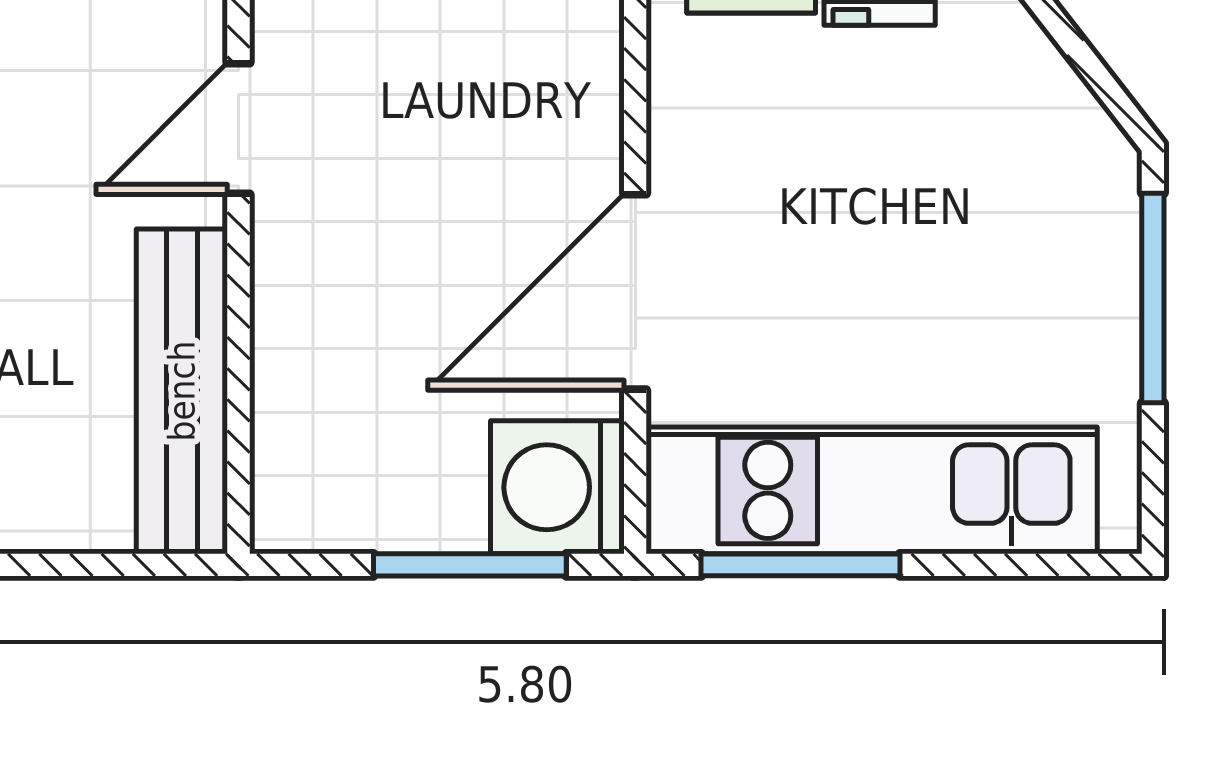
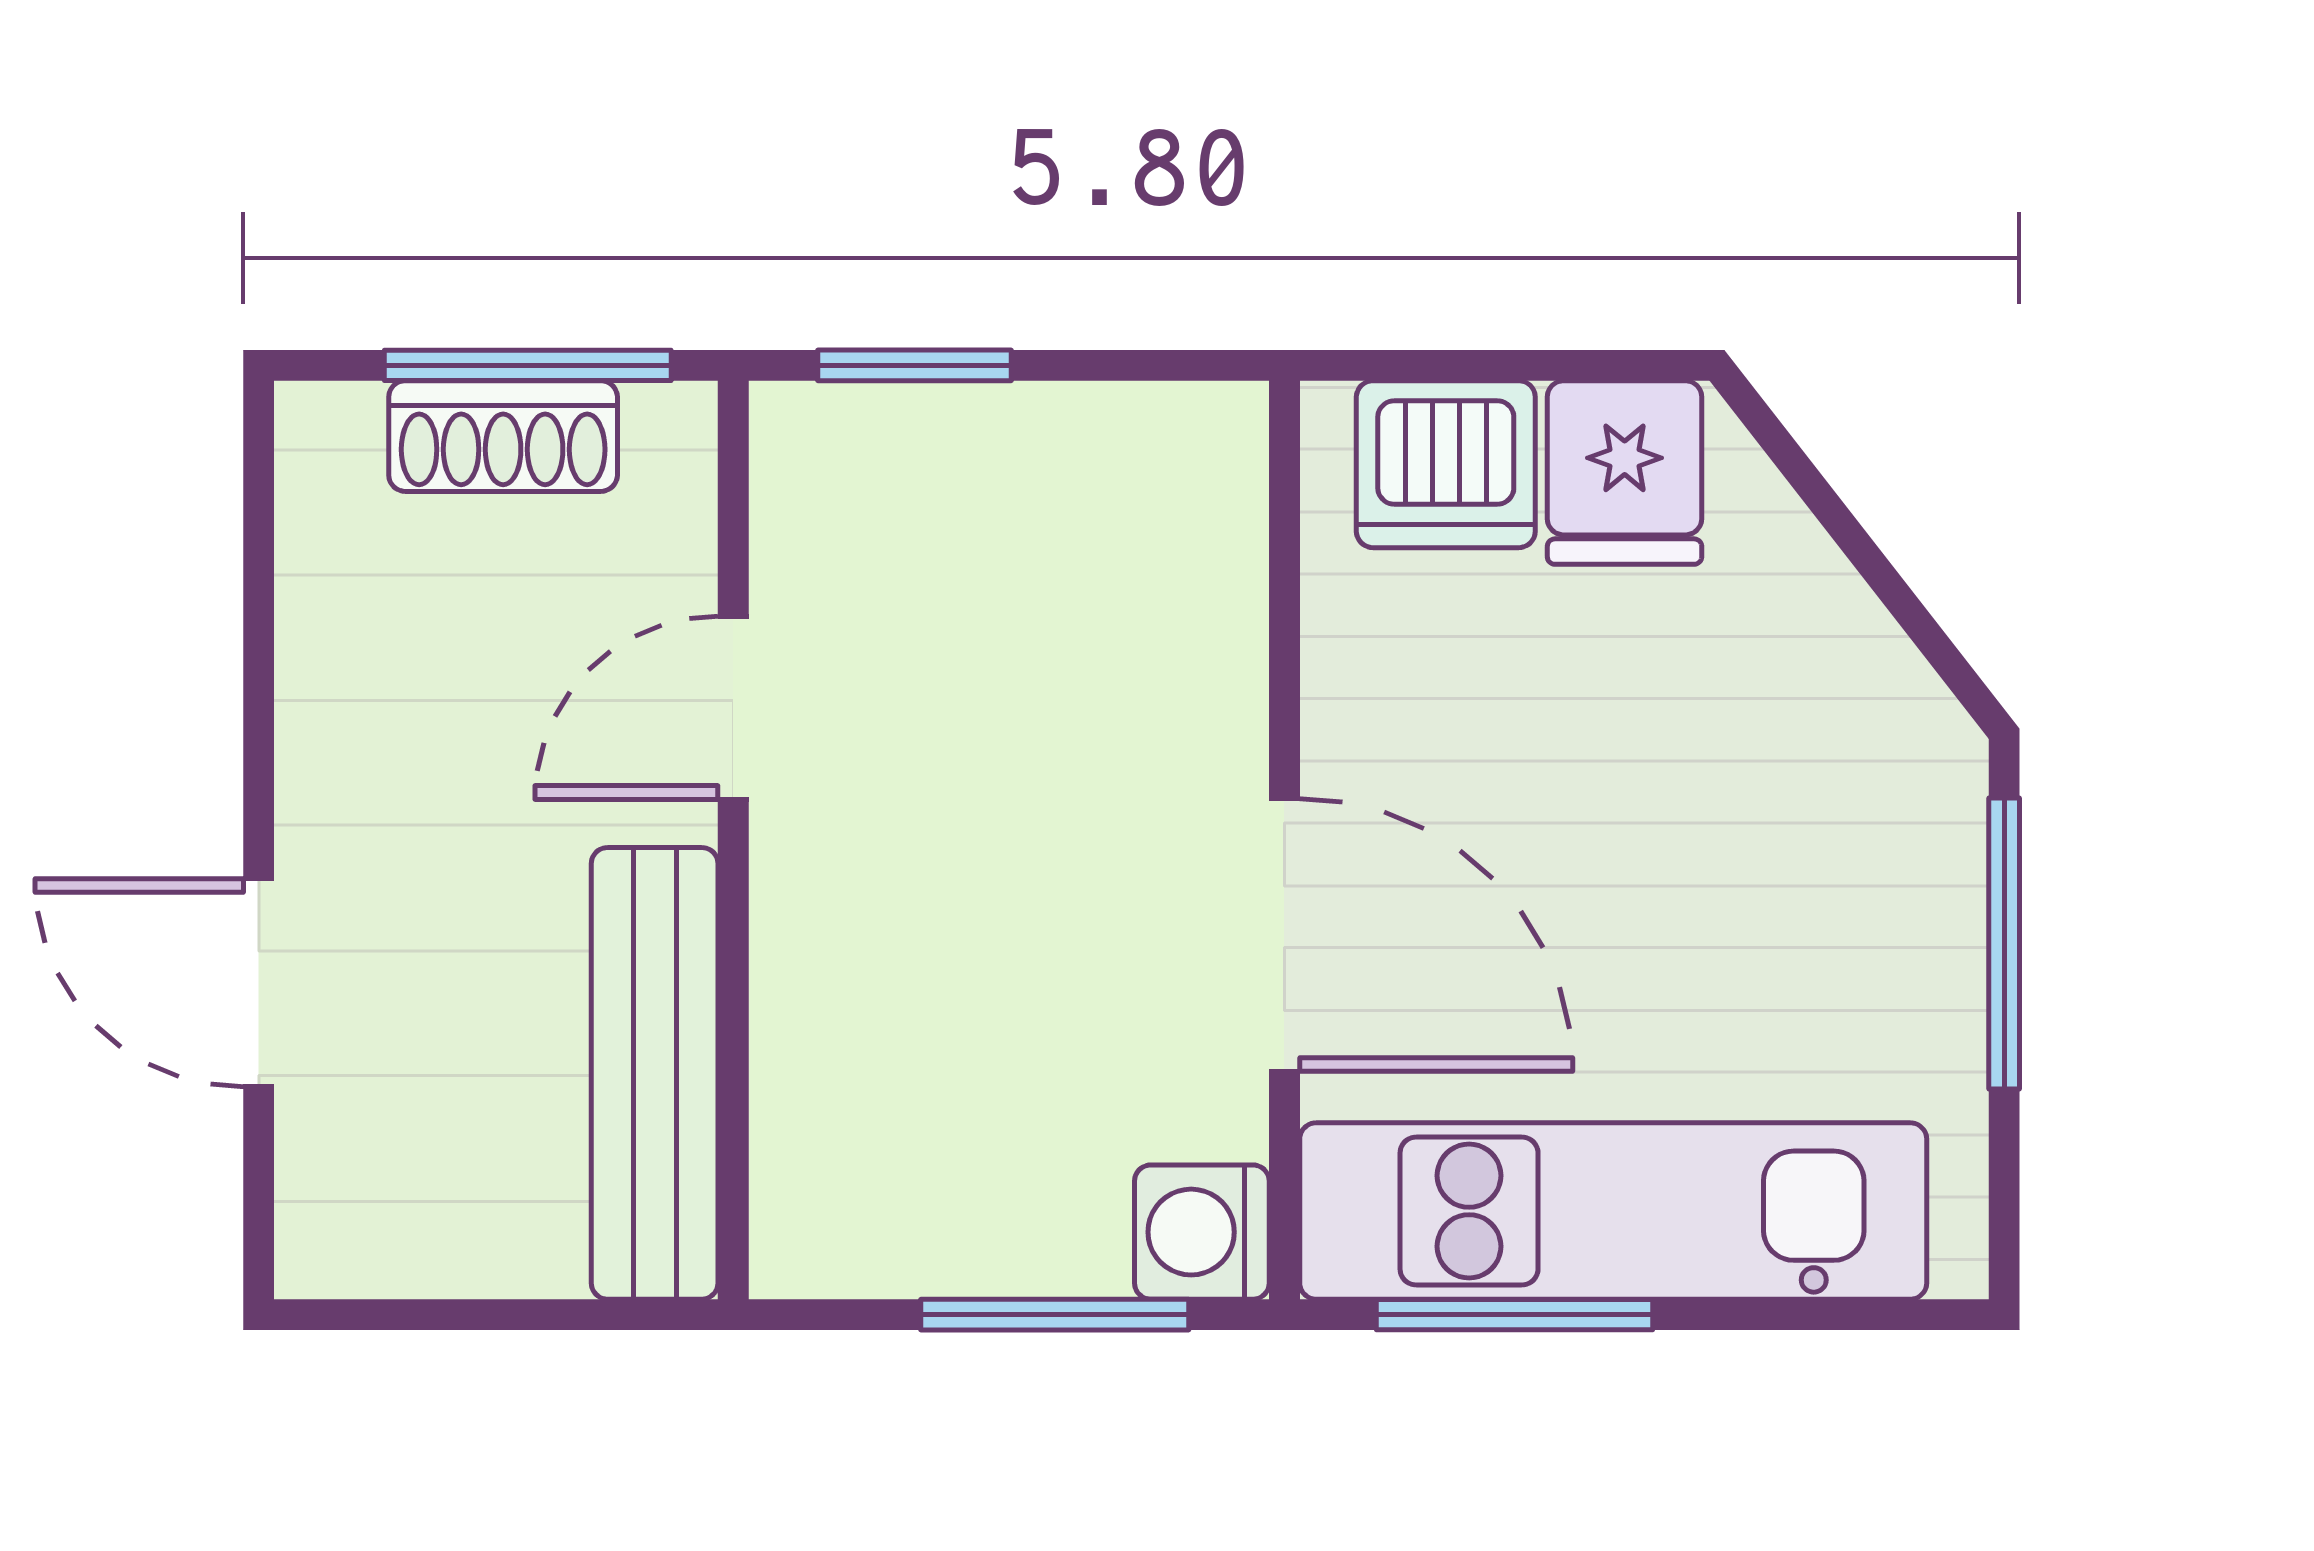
door: (635, 292) -> (1284, 935), swing flipped
washing machine: (557, 487) -> (1202, 1232), width x0.73, depth x0.73

